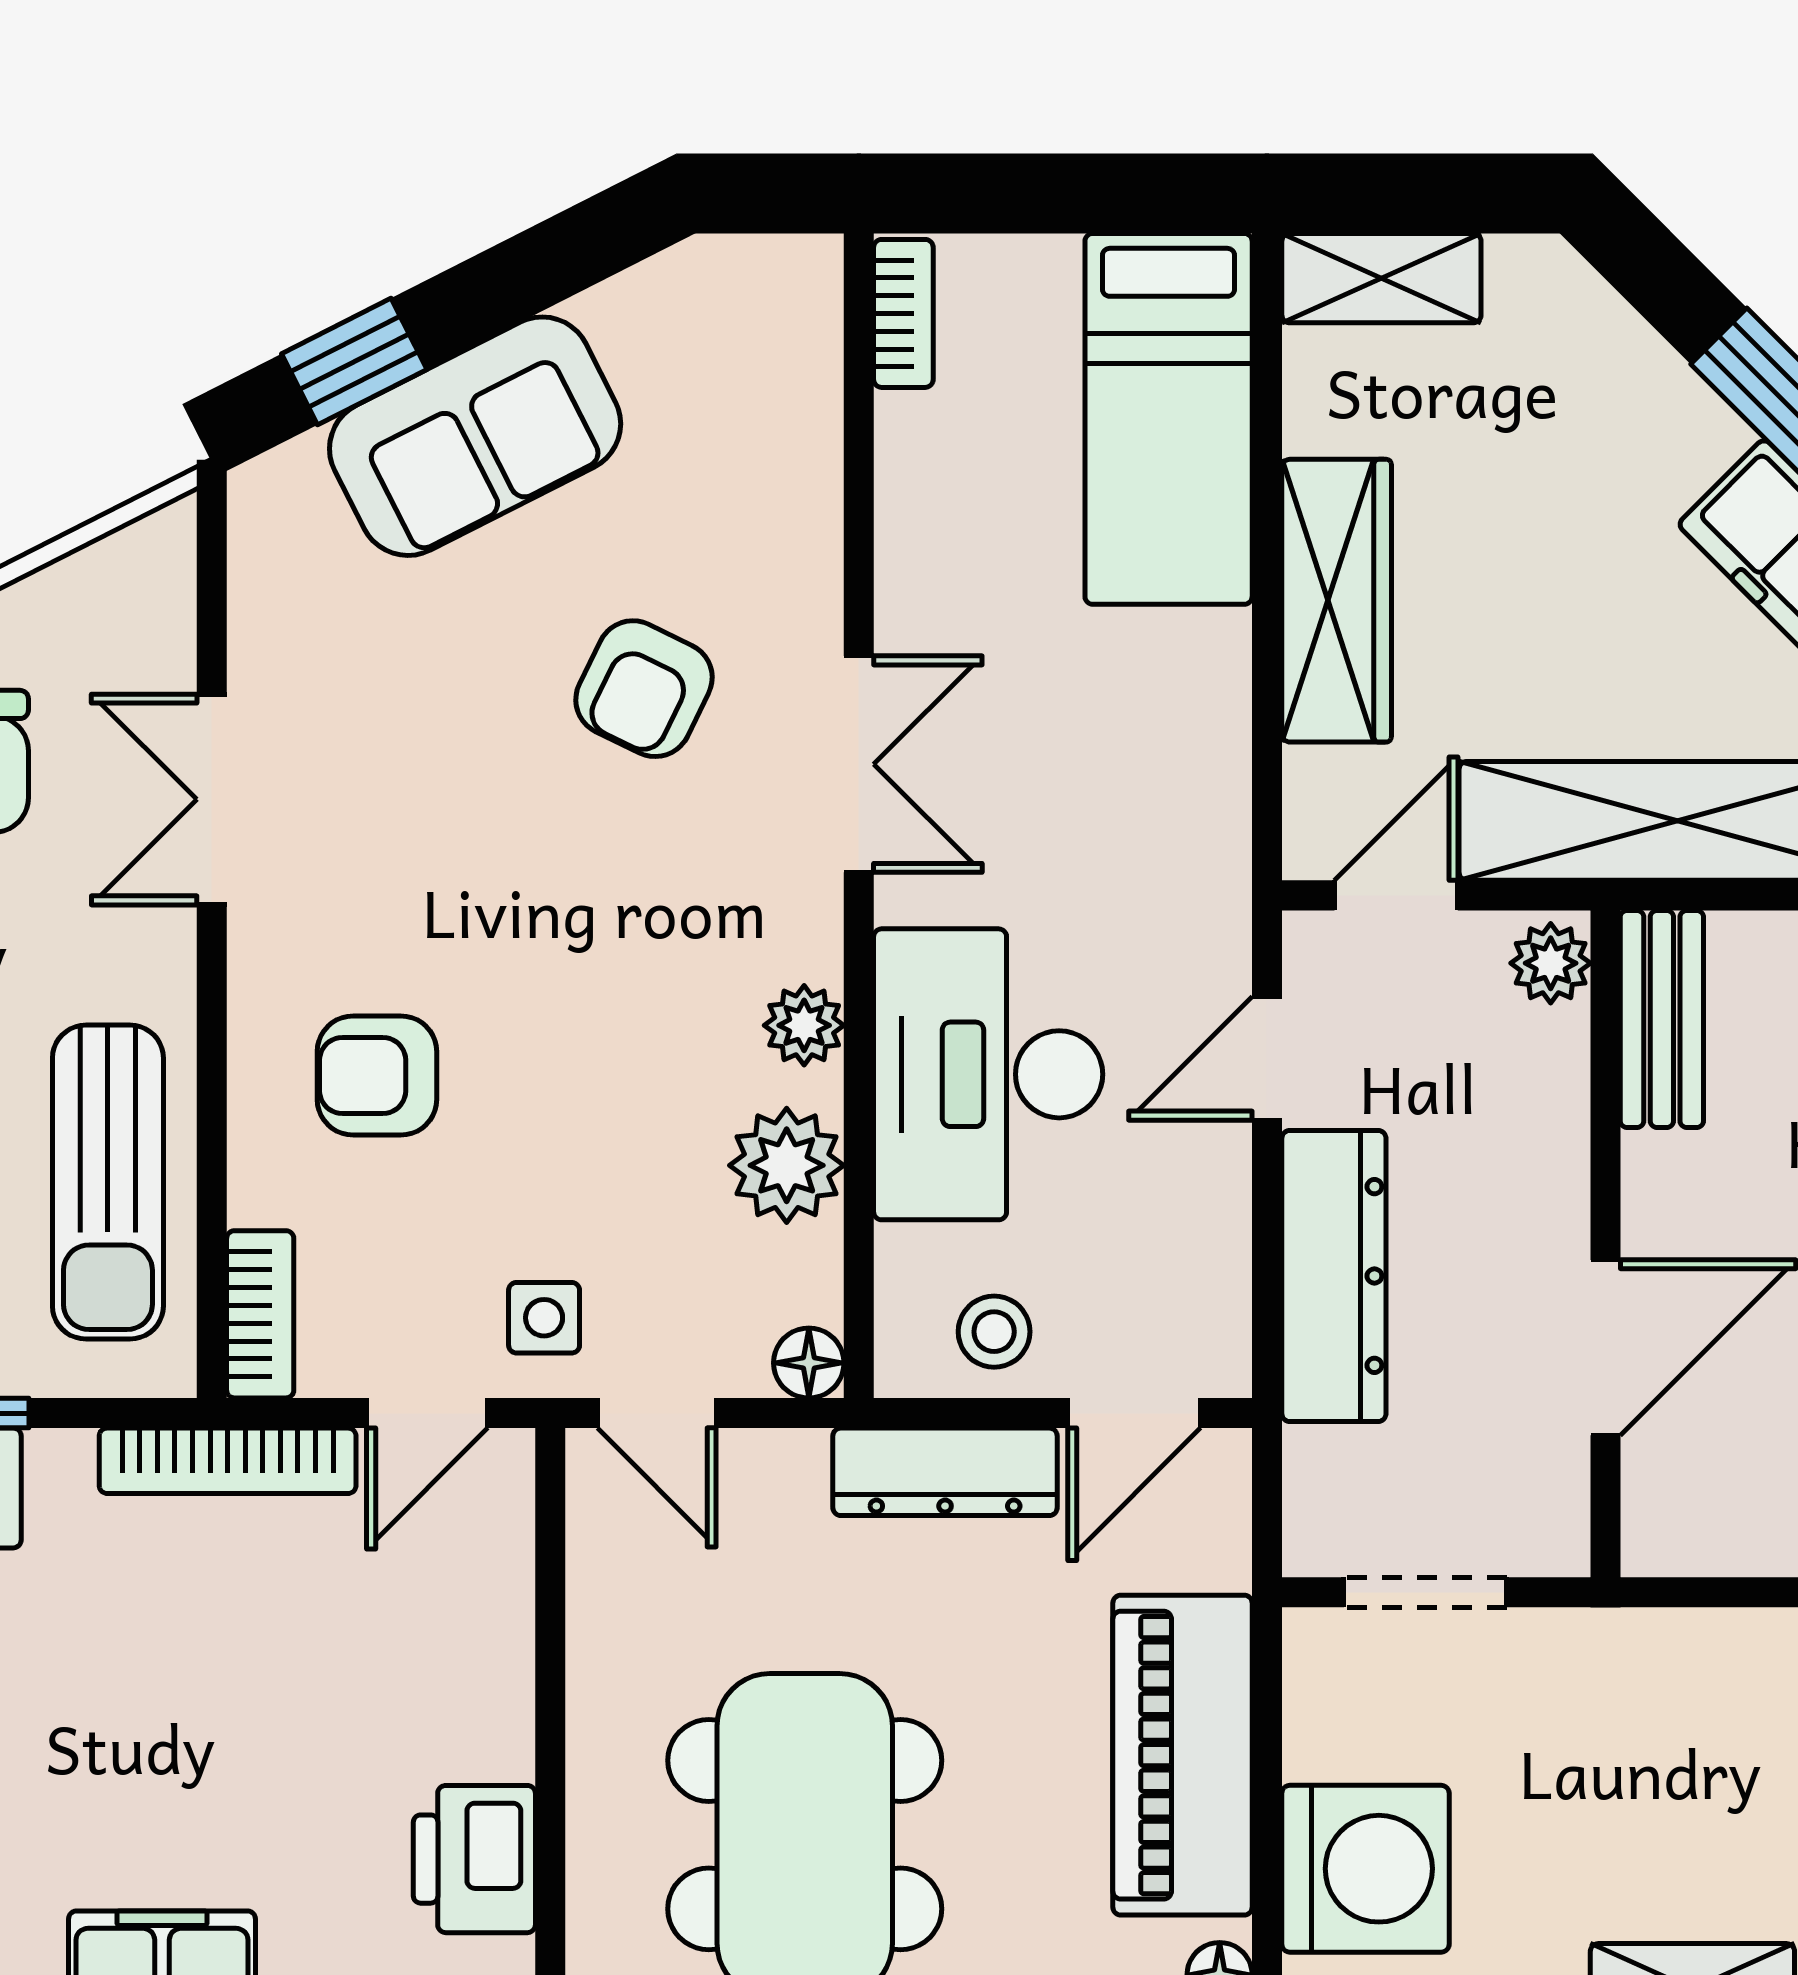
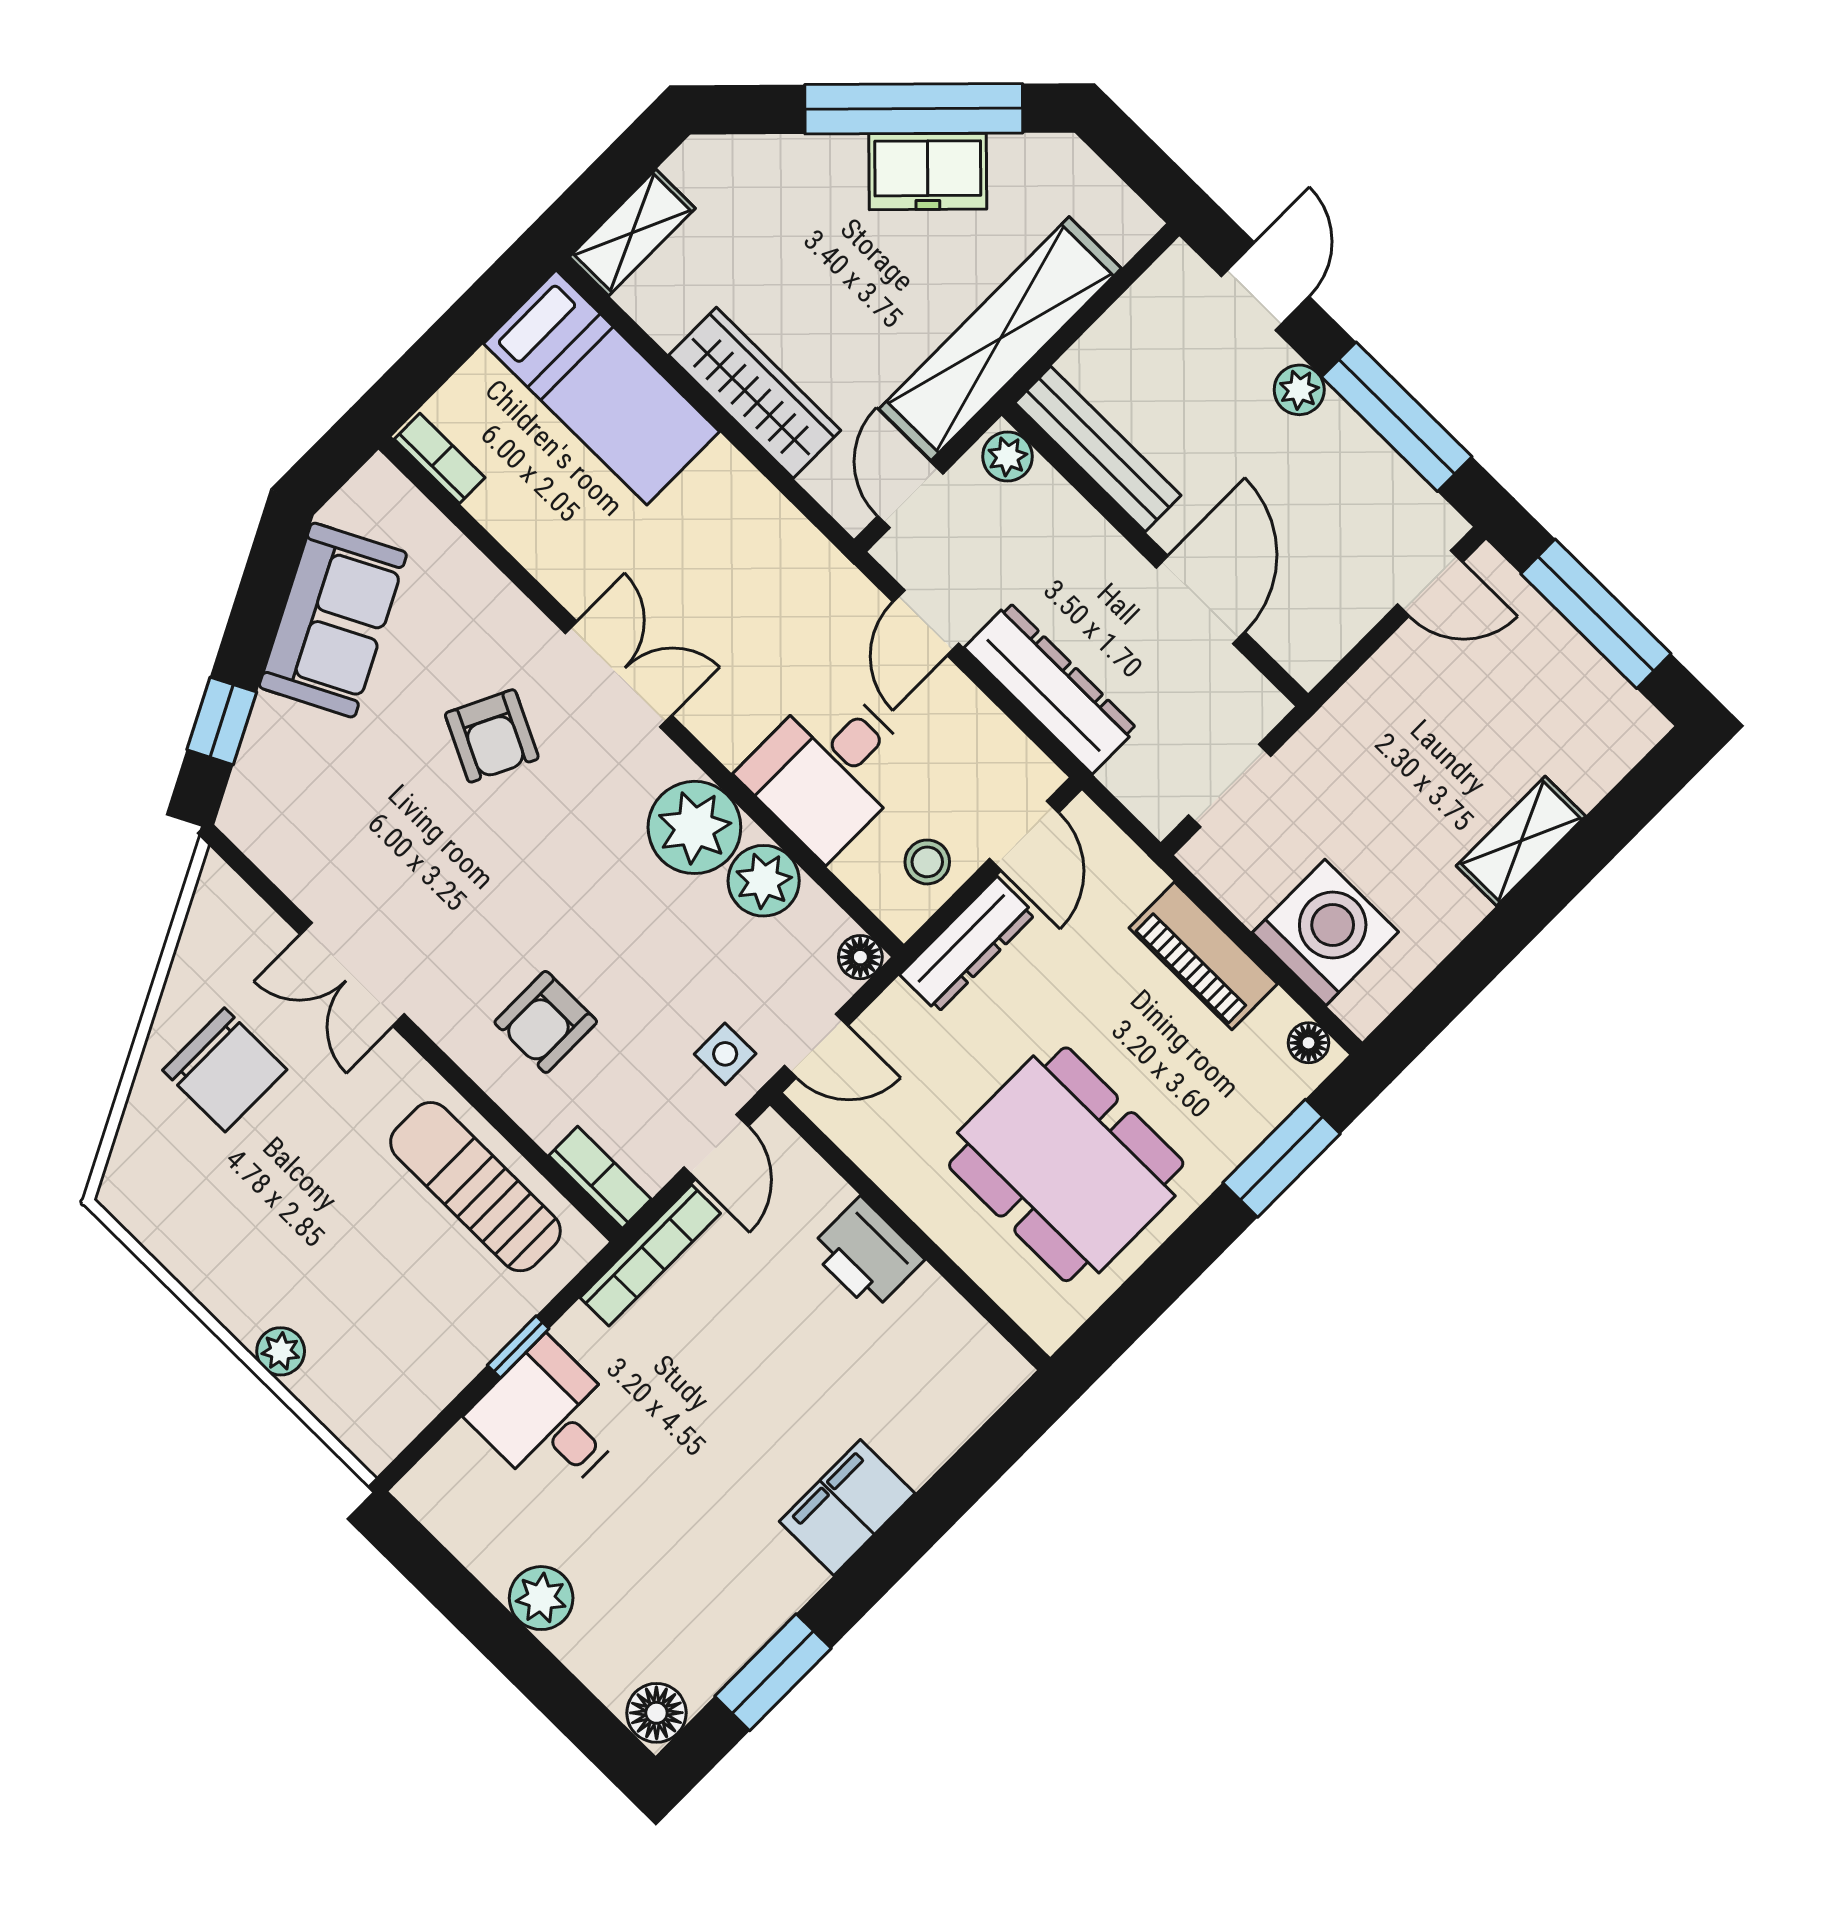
sofa: (475, 436) -> (333, 620), moved
bench: (1662, 1019) -> (1098, 449), width x1.36
plant: (804, 1025) -> (694, 827), width x1.88, depth x1.88
desk: (988, 1074) -> (829, 770), width x0.73
sun lounger: (108, 1182) -> (475, 1187), turned 180
piano: (1182, 1755) -> (1203, 956), width x0.73, depth x0.75
printer: (474, 1859) -> (866, 1254), moved

